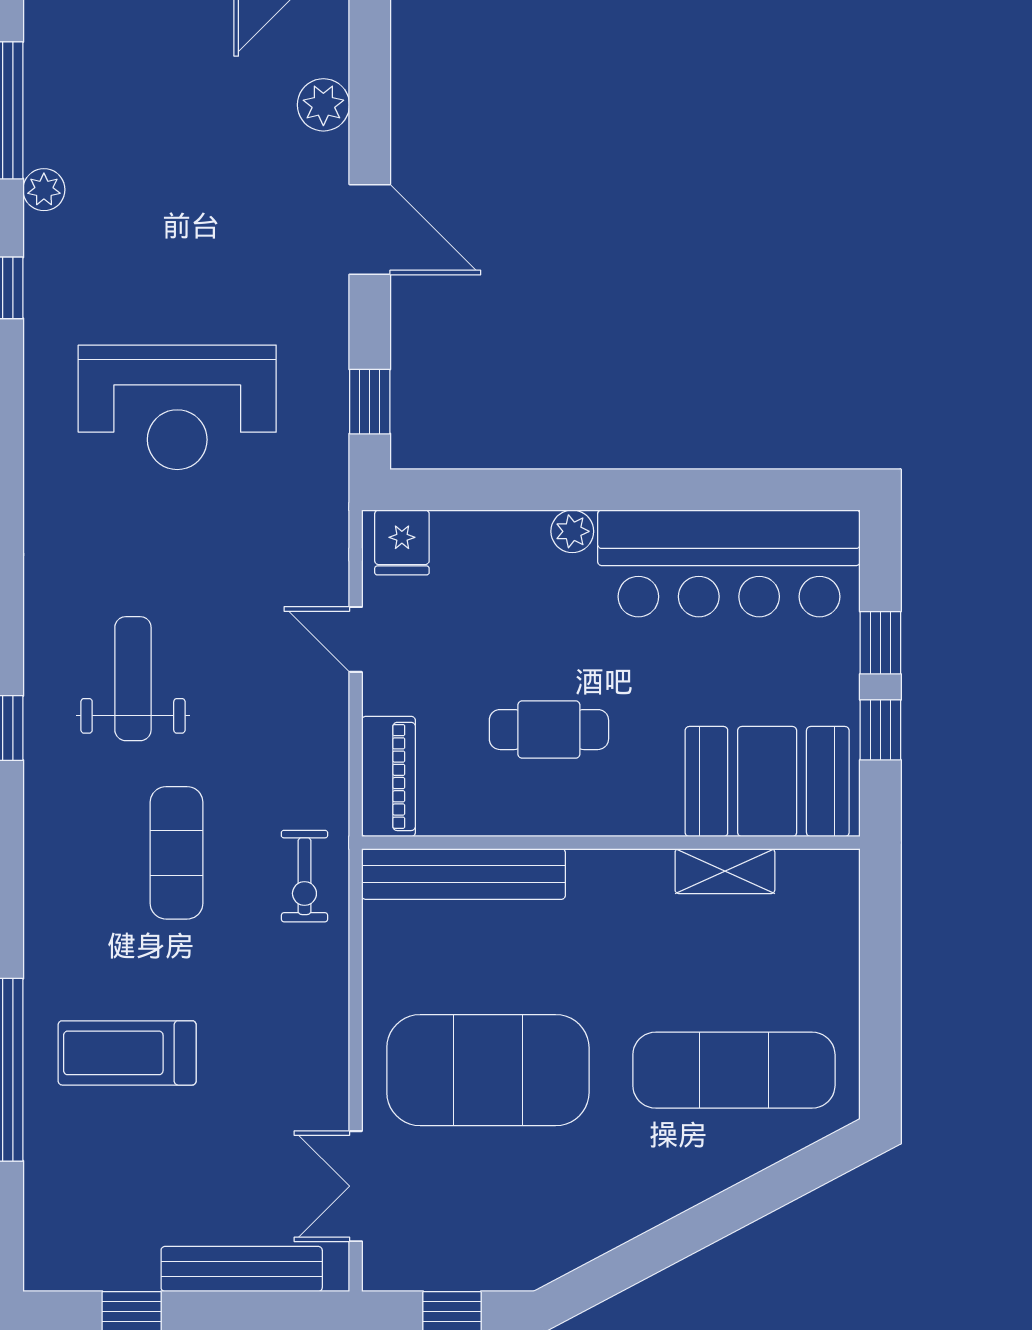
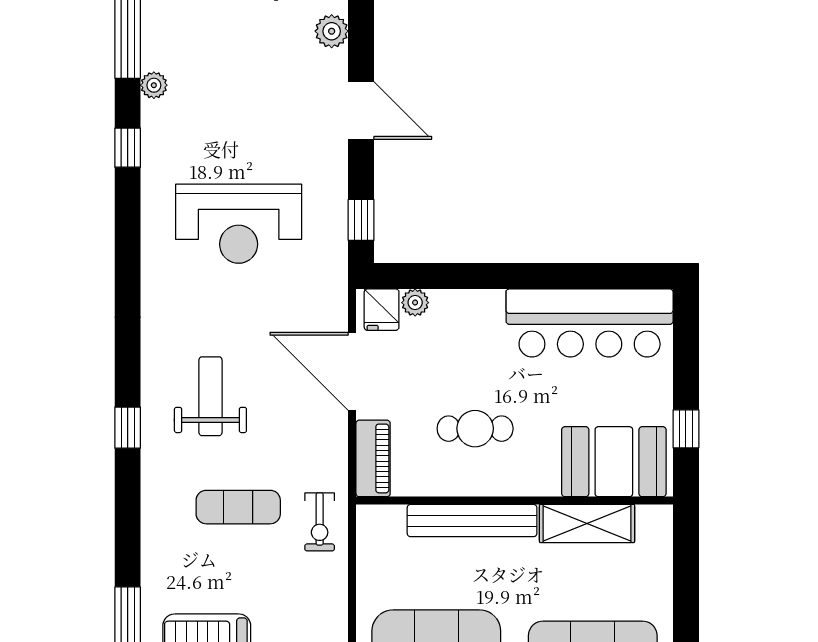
plant: (572, 531) -> (415, 303), moved
door: (356, 639) -> (352, 371), width x1.88
window: (880, 643) -> (686, 373), removed
exercise mat: (177, 853) -> (238, 507), turned 90
shelving: (725, 871) -> (587, 523), width x1.50, depth x1.33
bench: (464, 874) -> (472, 521), moved

